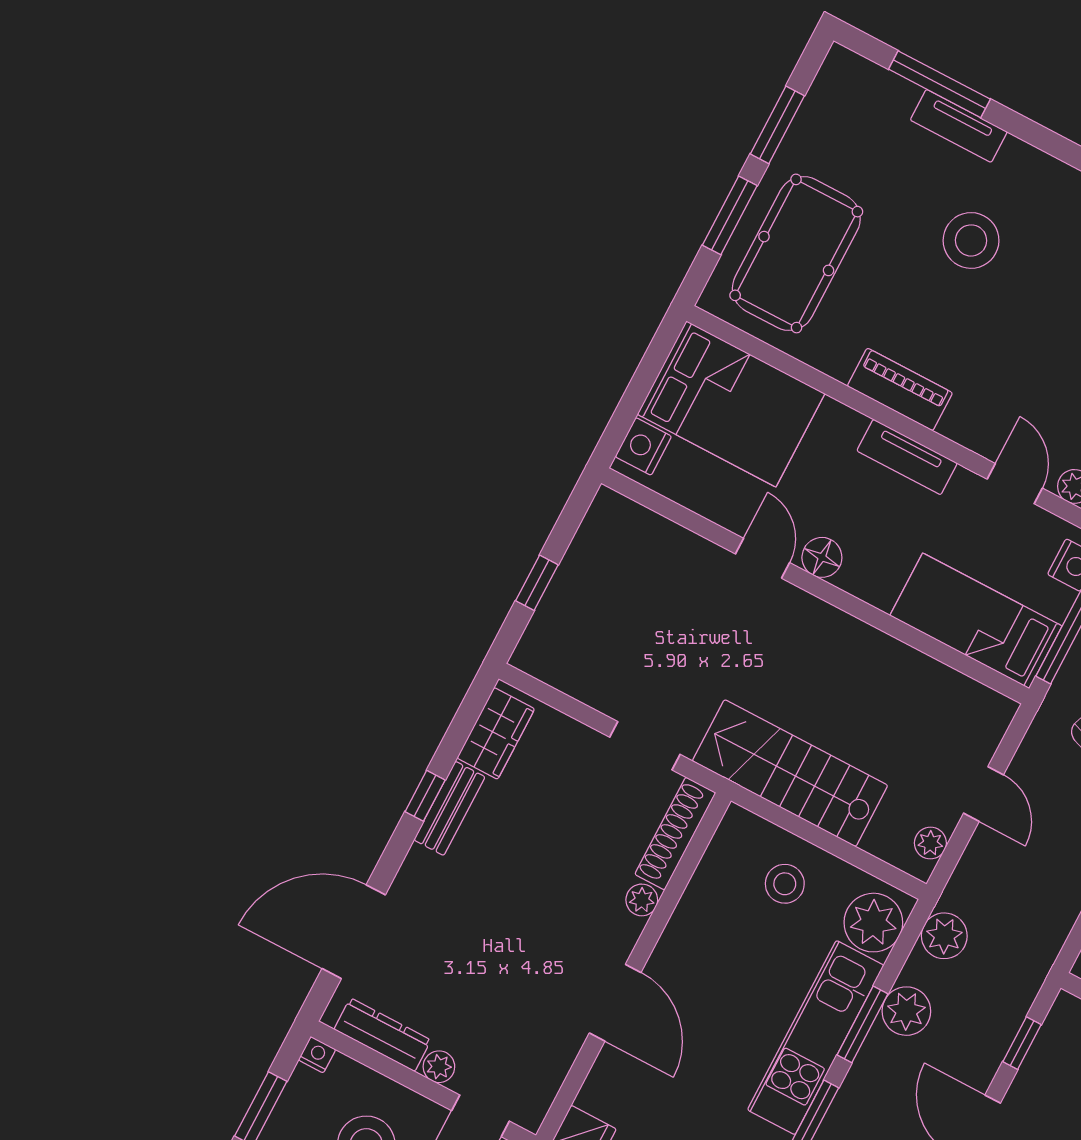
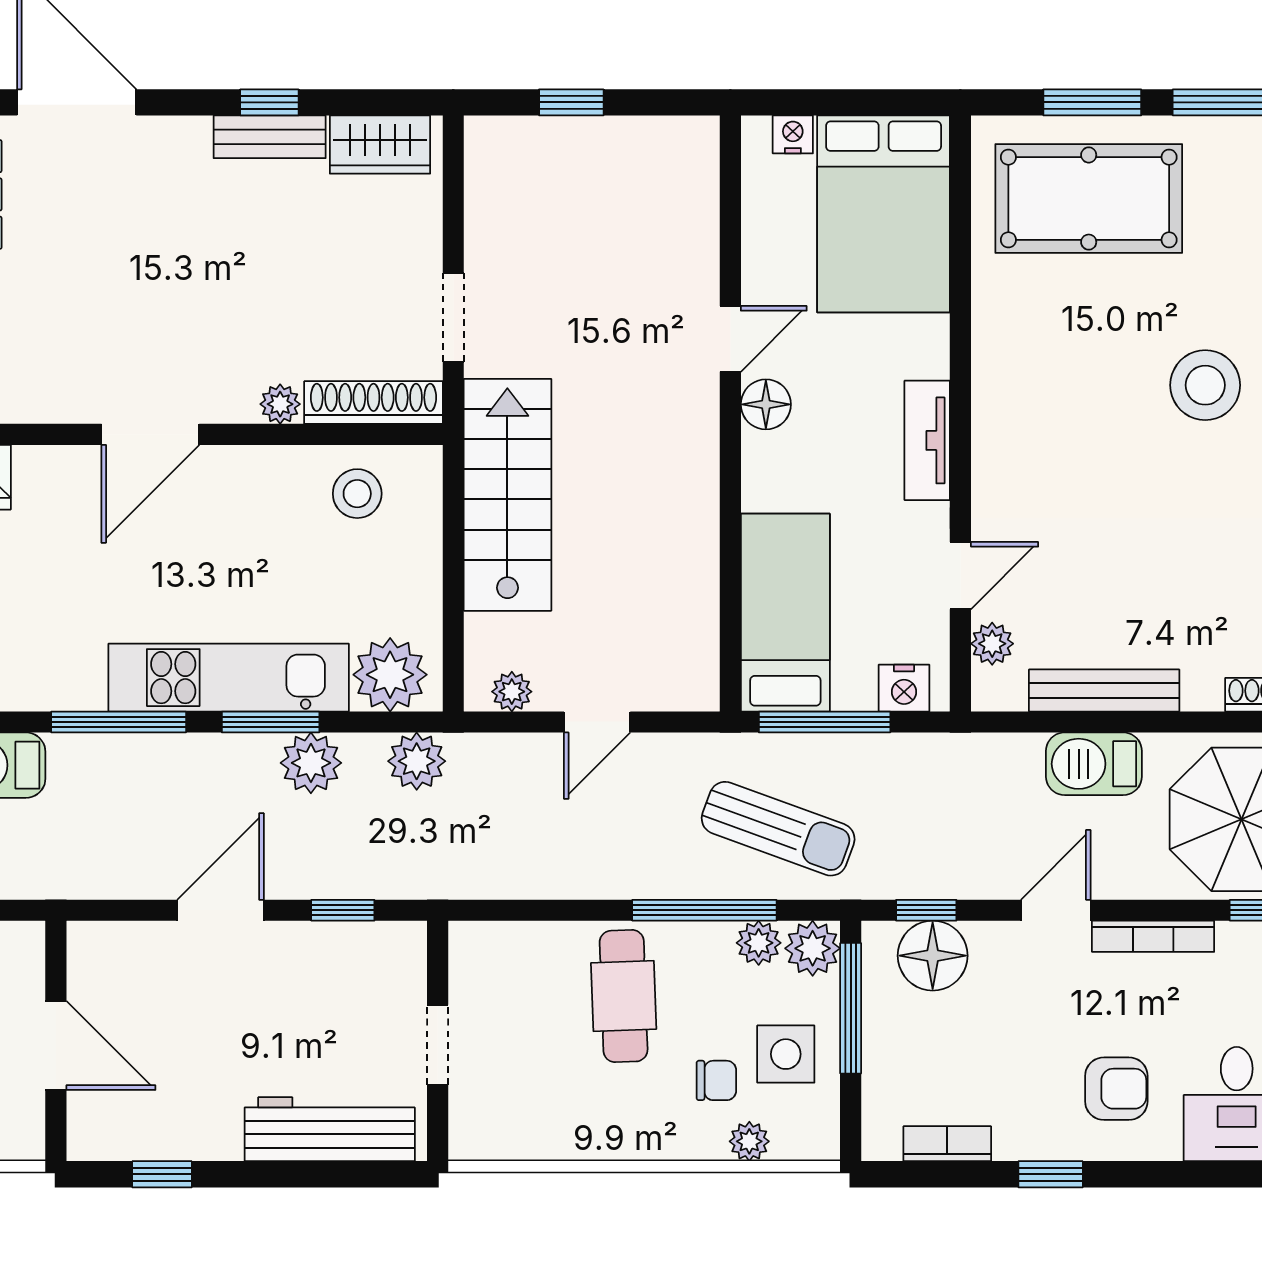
piano: (900, 389) -> (998, 393), removed
nightstand: (643, 446) -> (793, 134), width x0.72, depth x0.74
stool: (785, 884) -> (357, 494), moved

